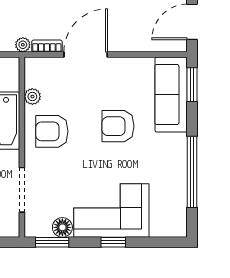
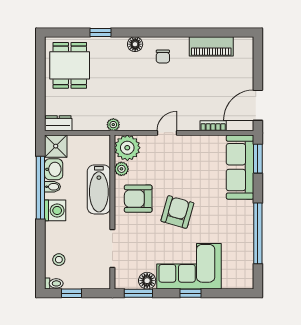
bookcase: (47, 46) -> (213, 126), moved
door: (86, 54) -> (167, 133), width x0.53
plant: (39, 72) -> (127, 148), added
armchair: (118, 126) -> (177, 212), moved, turned 106

